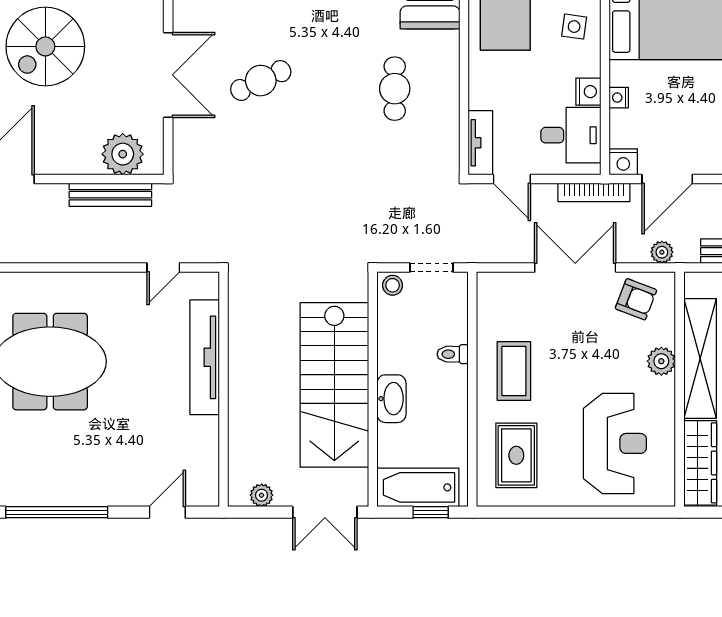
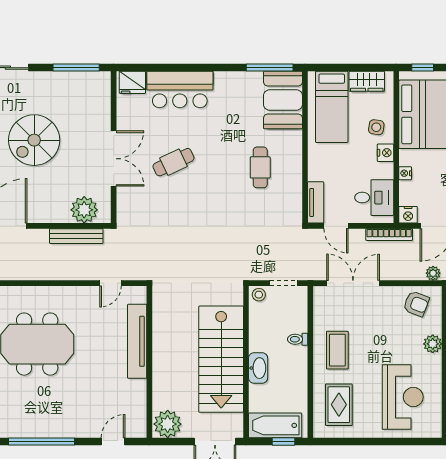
nightstand: (588, 92) -> (385, 153), moved
double door: (575, 267) -> (353, 283), moved
plant: (262, 495) -> (168, 424), width x1.87, depth x1.87

